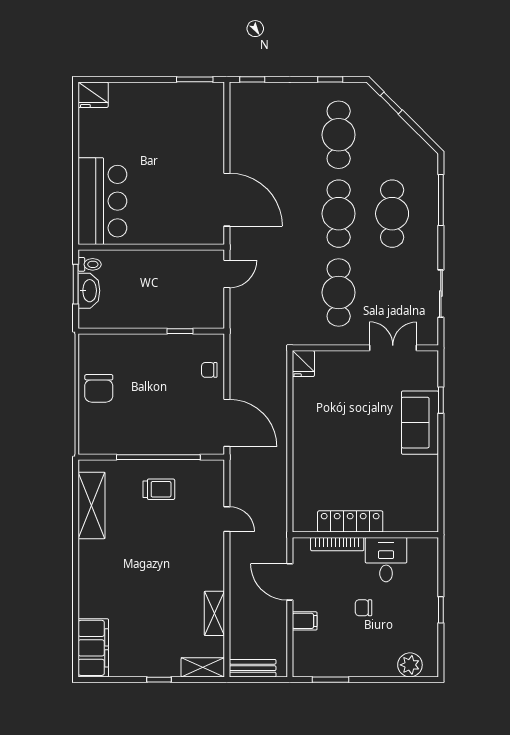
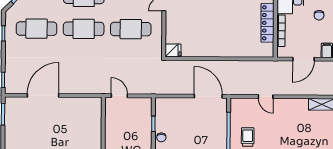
door: (227, 200) -> (43, 95), moved
chair: (209, 370) -> (161, 137), moved
door: (227, 423) -> (208, 96), hinge flipped
door: (227, 519) -> (266, 97), swing flipped

